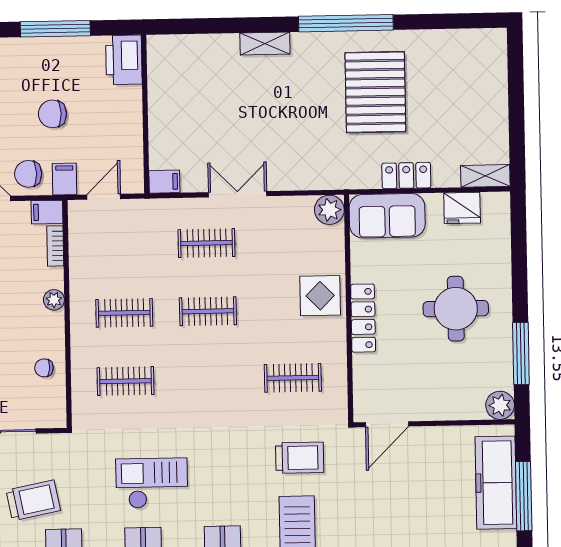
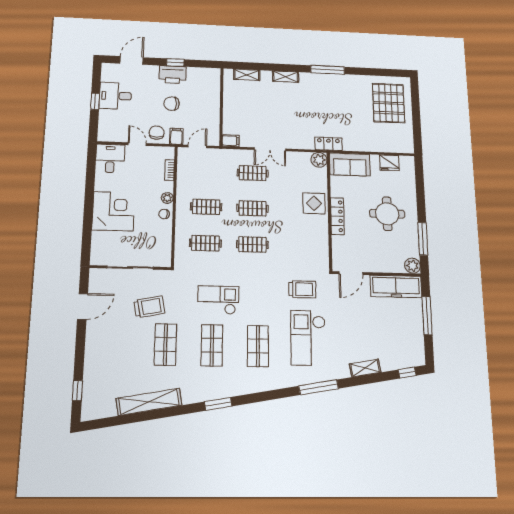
window: (346, 23) -> (328, 70), width x0.68
window: (55, 29) -> (175, 63), width x0.46
printer: (124, 60) -> (173, 75), moved, turned -90
pallet: (375, 92) -> (389, 103), moved
chair: (28, 174) -> (157, 133), turned 90
locker: (406, 175) -> (328, 144), moved
shelving: (485, 176) -> (247, 75), moved
double door: (238, 194) -> (270, 149), swing flipped
filing cabinet: (47, 212) -> (166, 153), removed
chair: (44, 368) -> (164, 214), moved
clothes rail: (293, 378) -> (252, 245), moved
freezer: (496, 483) -> (396, 286), moved, turned -90

